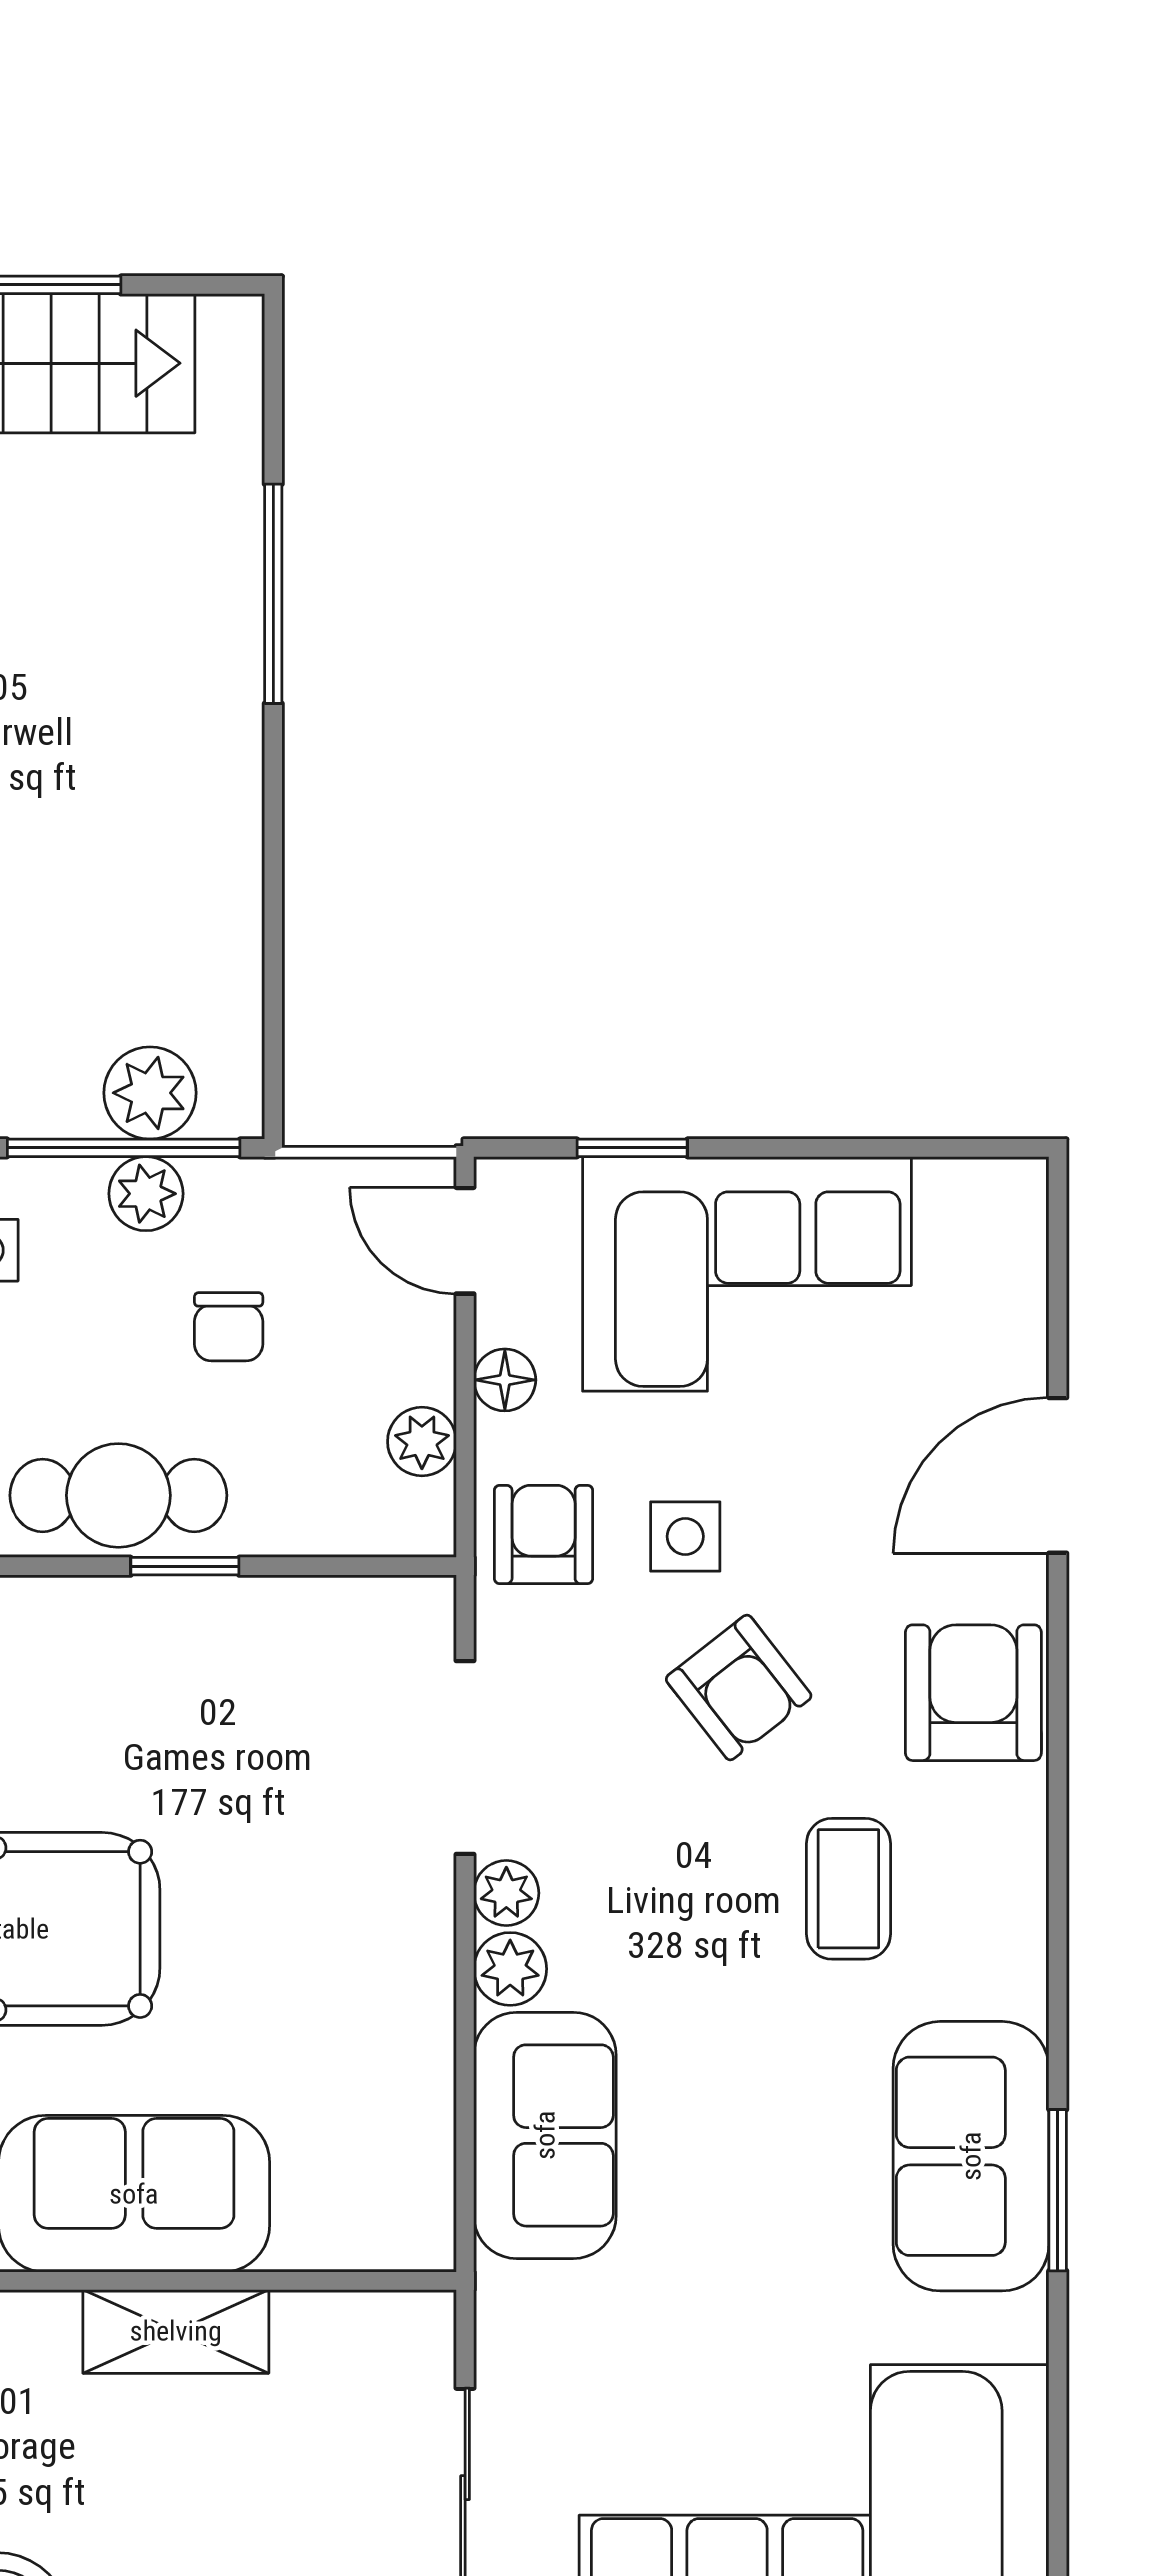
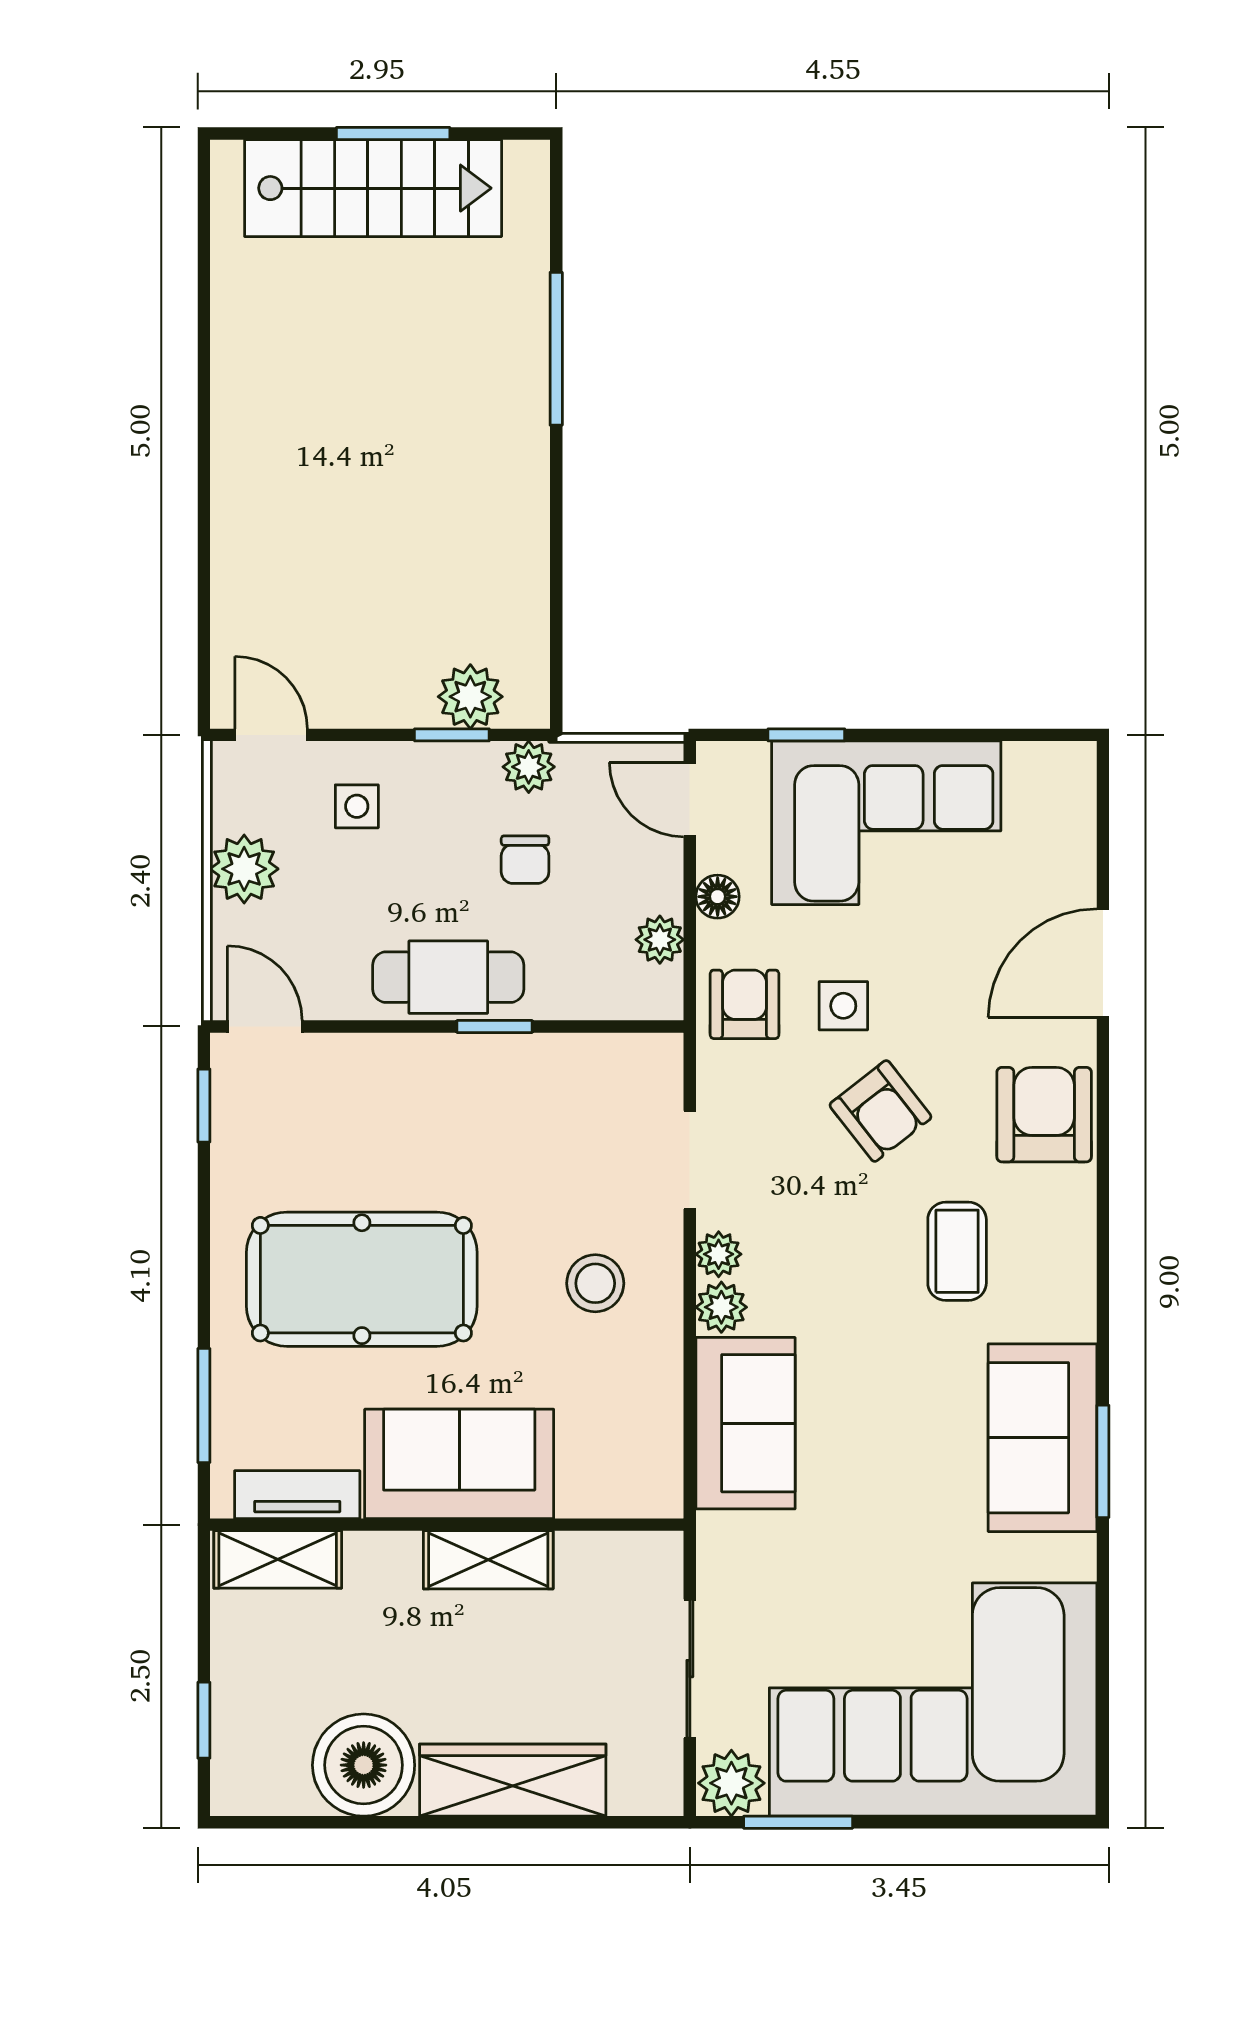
window: (124, 1148) -> (452, 735), width x0.46
plant: (146, 1194) -> (529, 767), moved
doorway: (465, 1758) -> (690, 1160), width x0.73
stool: (329, 1935) -> (595, 1283), added

